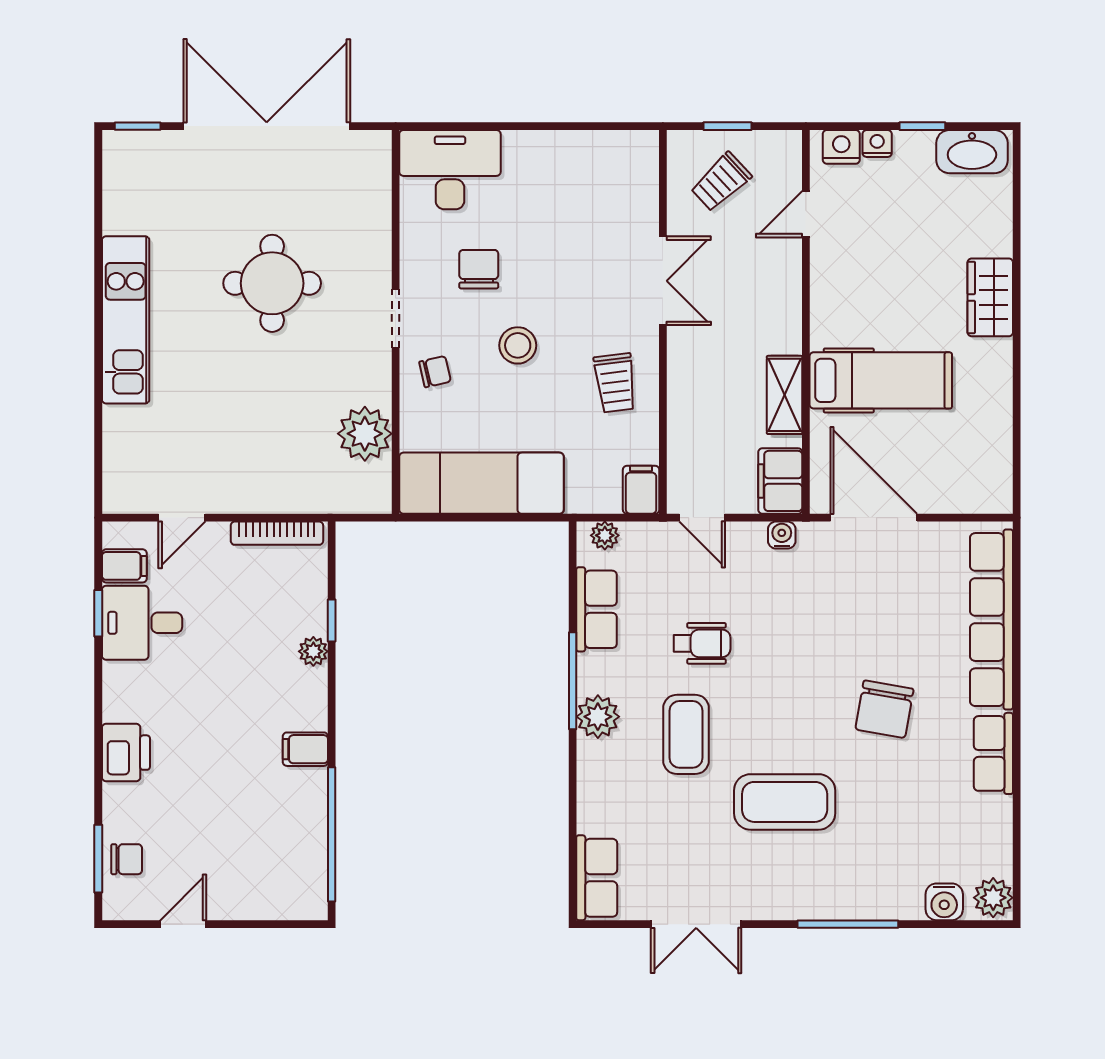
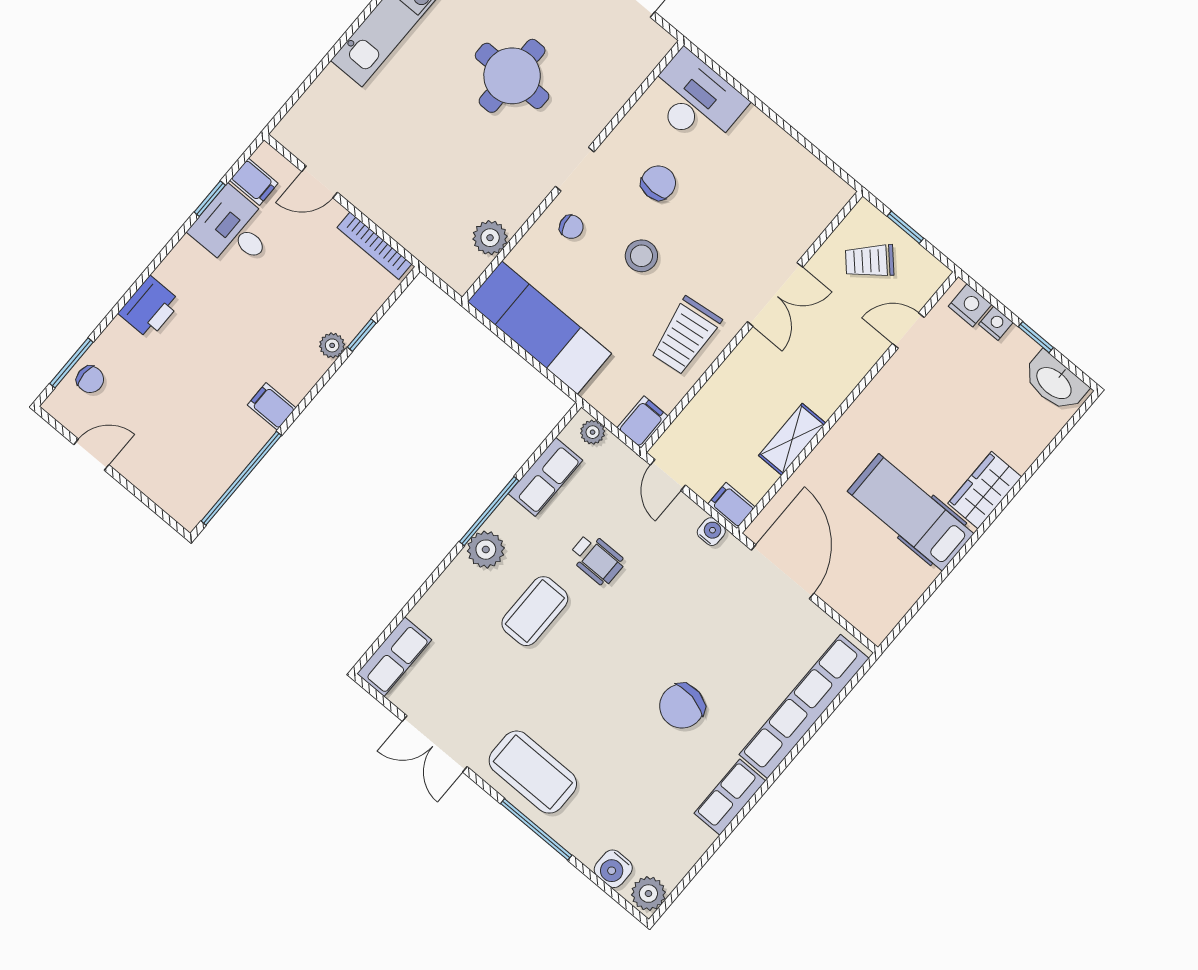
hospital bed: (881, 380) -> (911, 512), moved, turned 180
trolley: (615, 383) -> (686, 336), width x1.36, depth x1.39
plant: (365, 434) -> (490, 238), width x0.73, depth x0.73
filing cabinet: (780, 481) -> (731, 506), width x0.50
coffee table: (785, 802) -> (533, 772), moved

